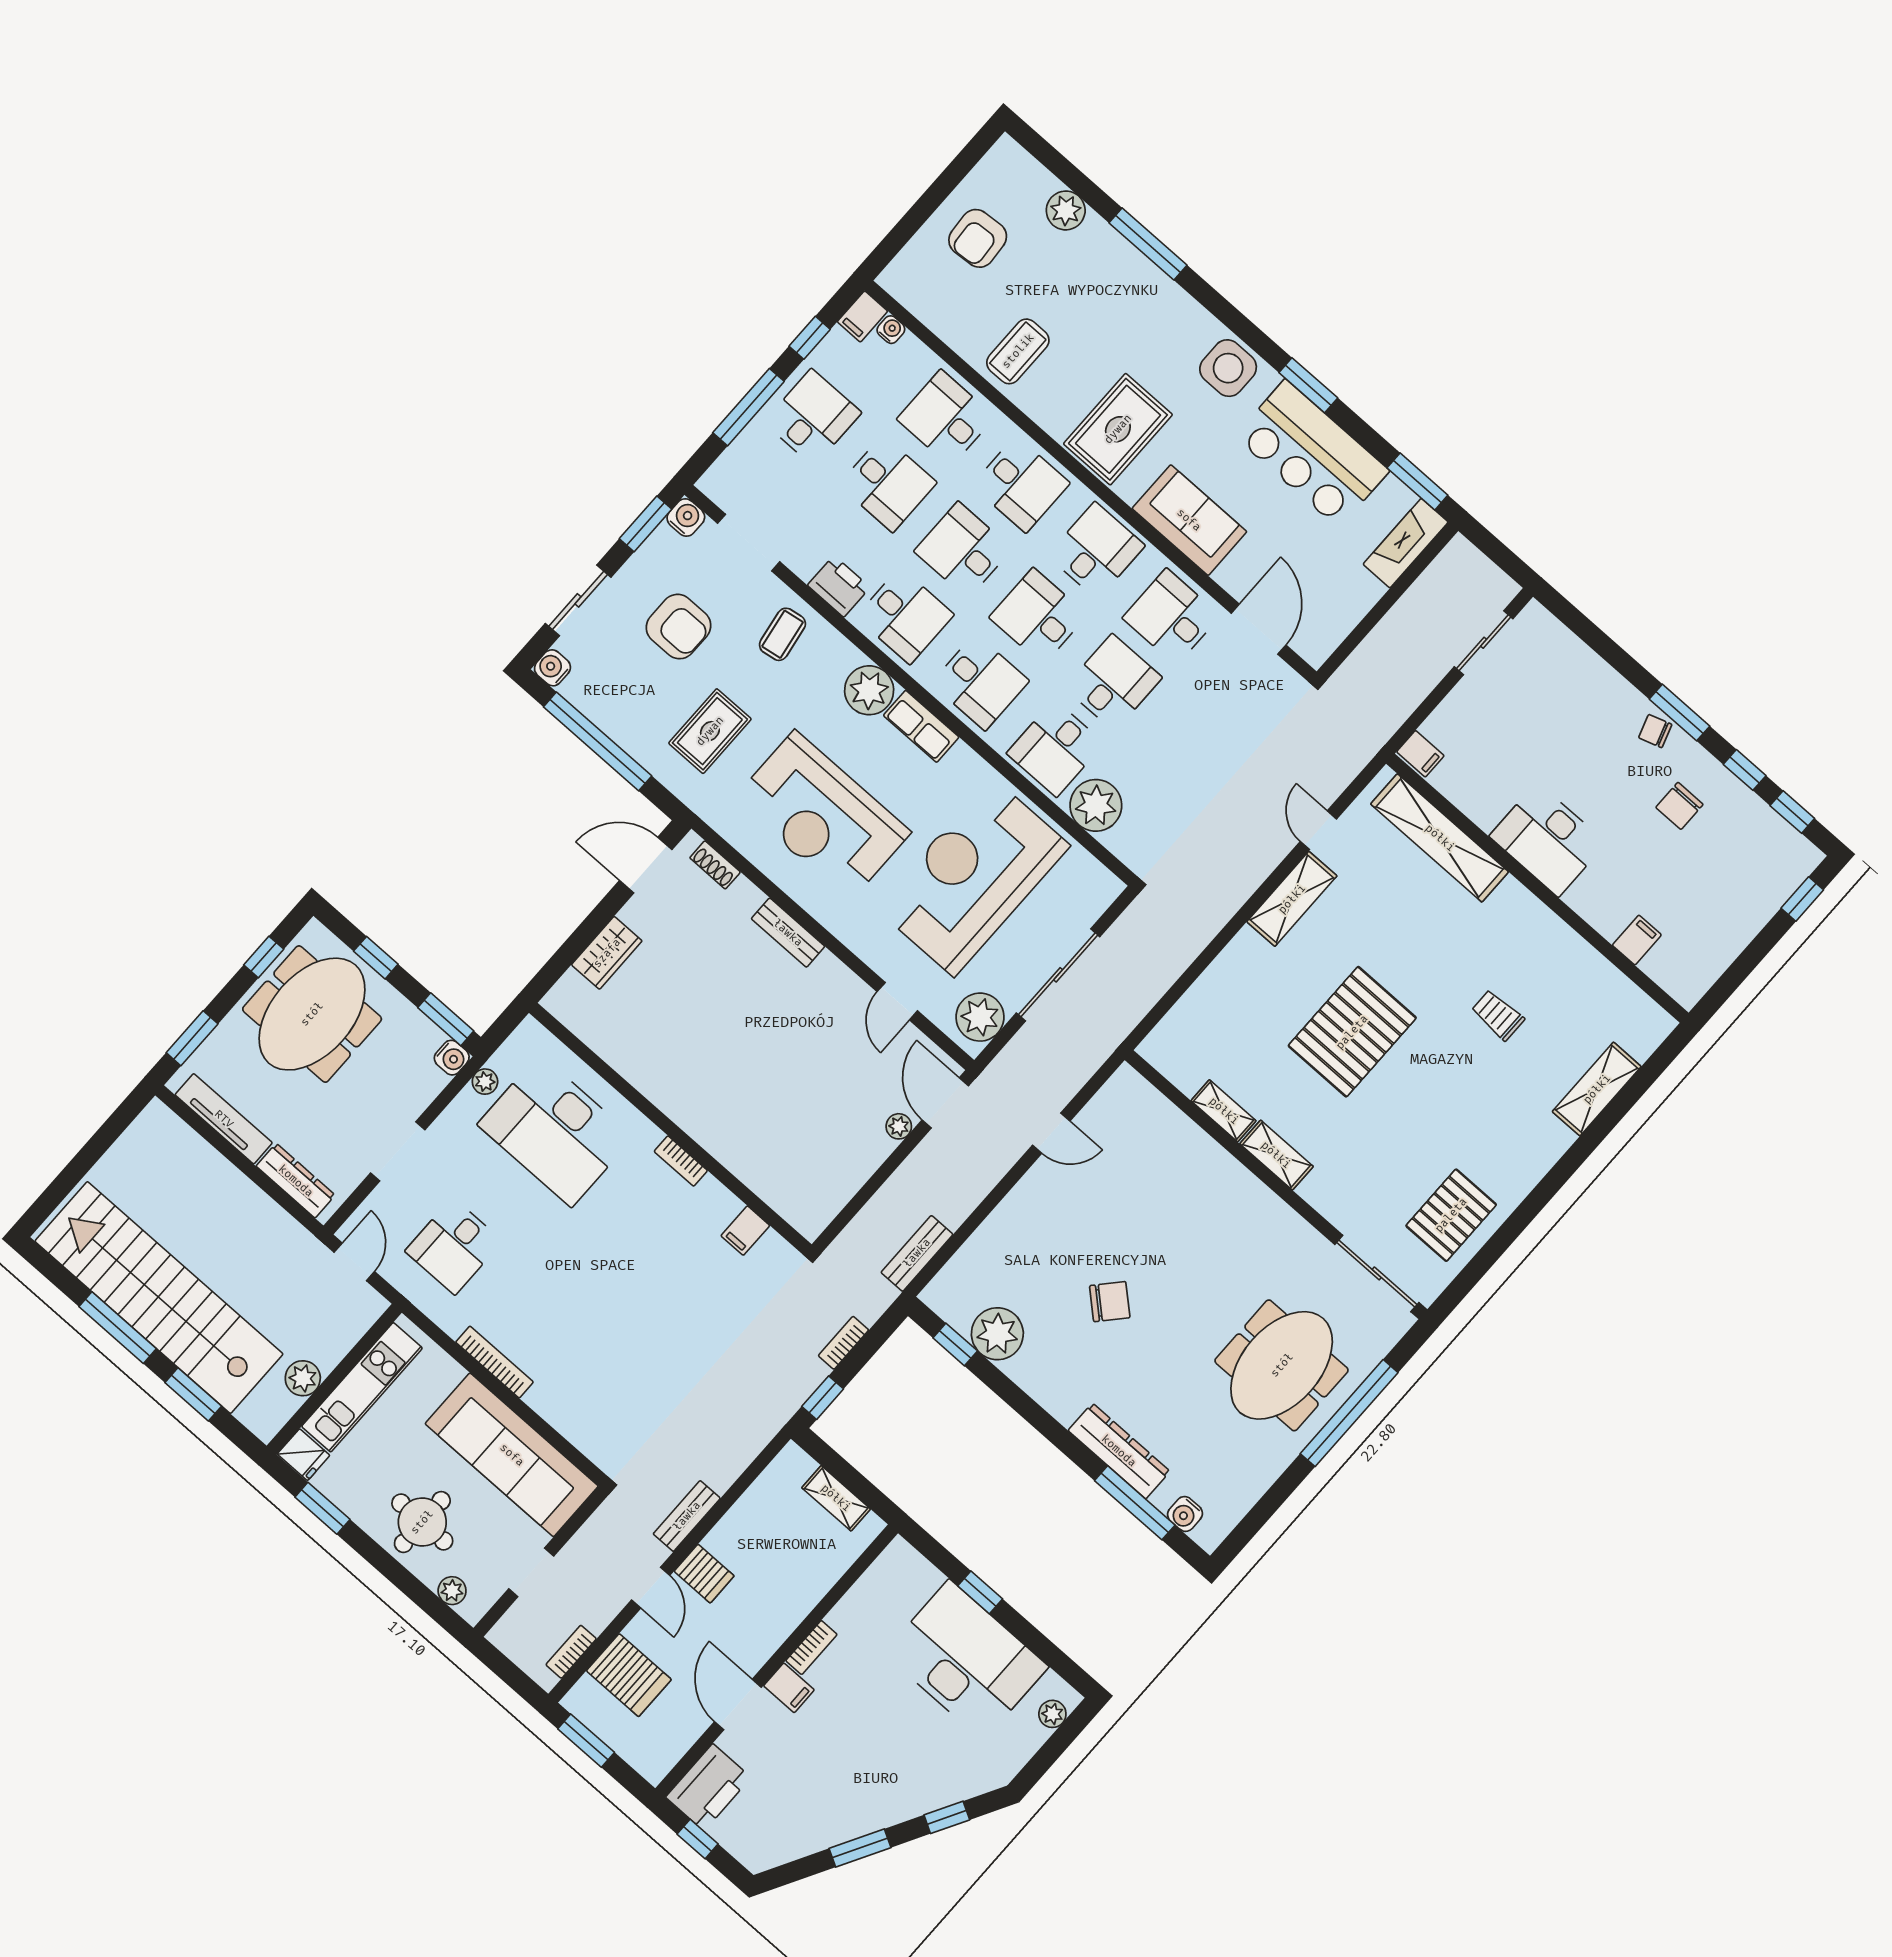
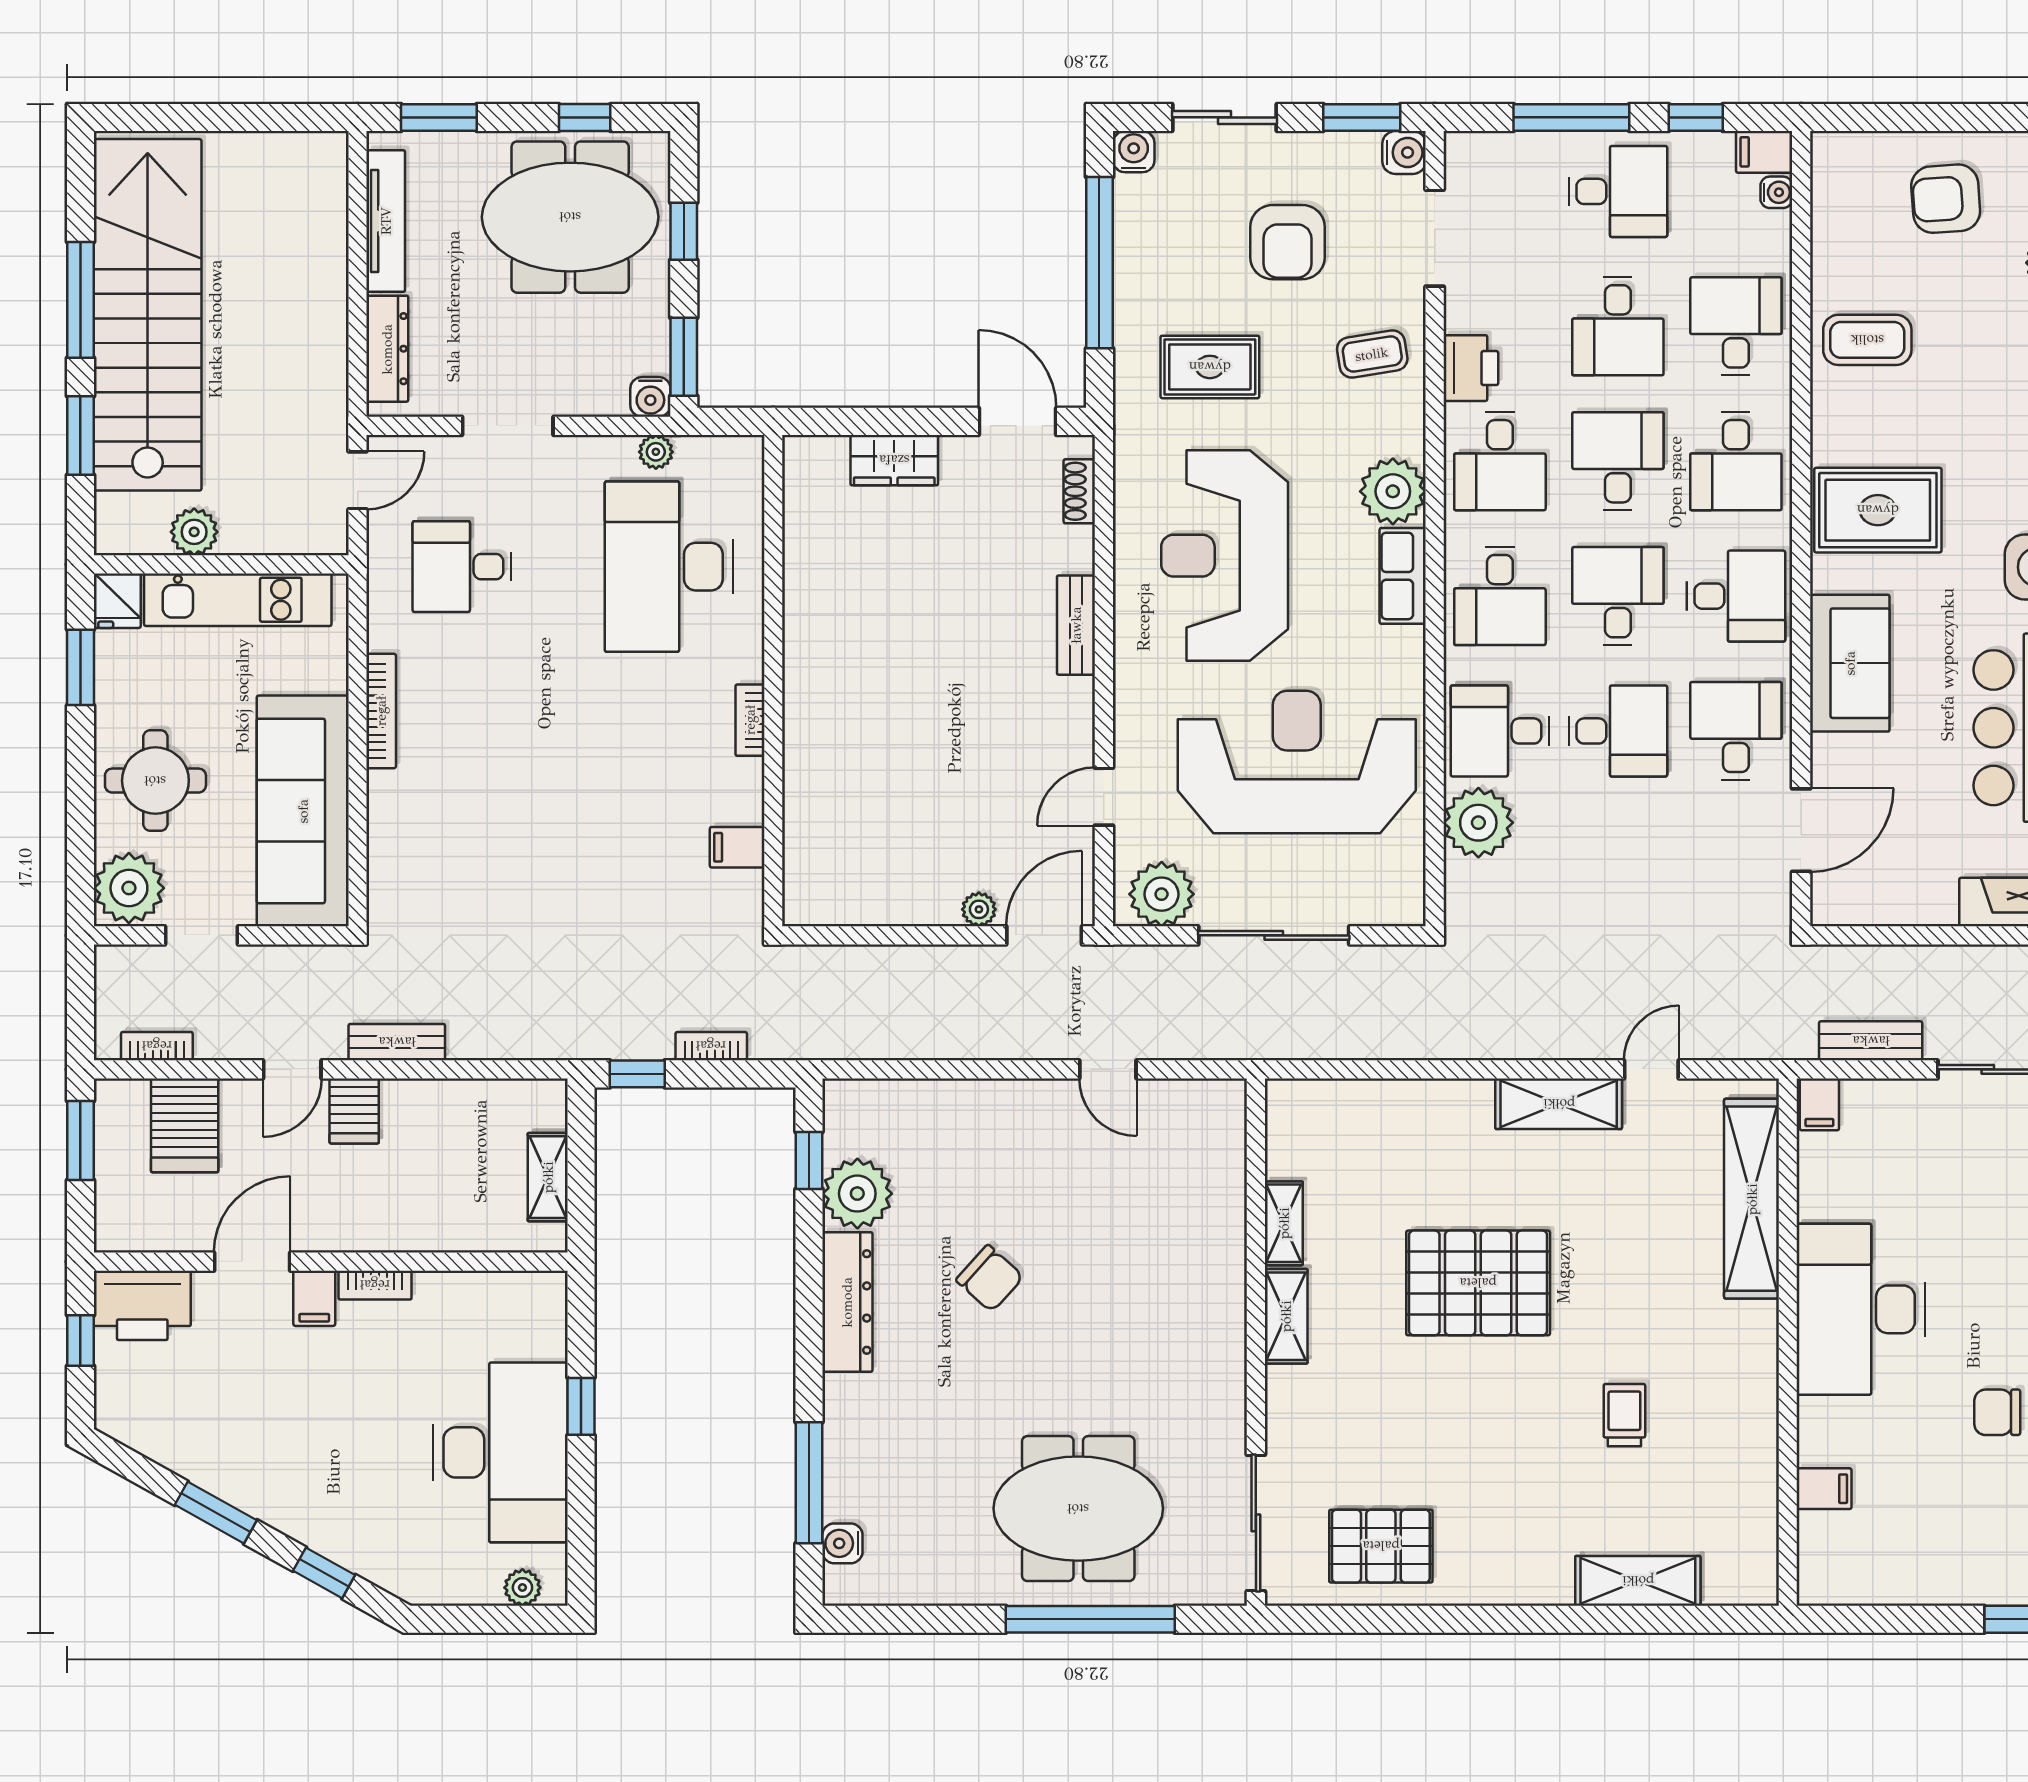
desk: (1548, 840) -> (1861, 1309), width x1.36, depth x1.30
bench: (917, 1253) -> (1871, 1041), moved
dresser: (1119, 1451) -> (847, 1302), moved
plant: (452, 1591) -> (129, 888), width x1.87, depth x1.87

